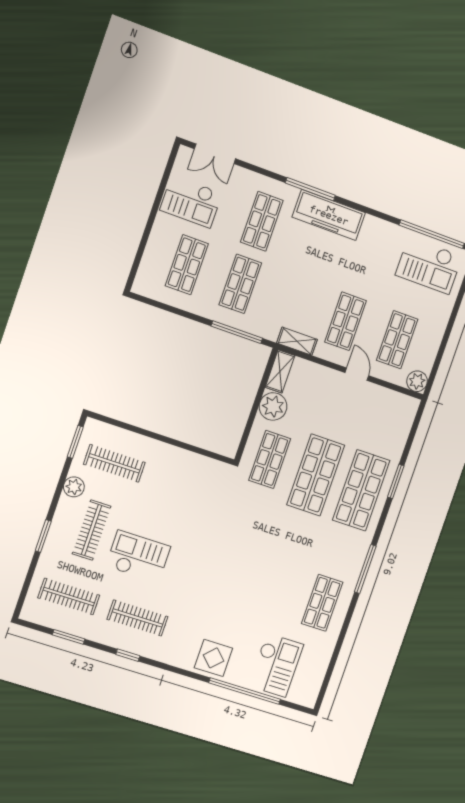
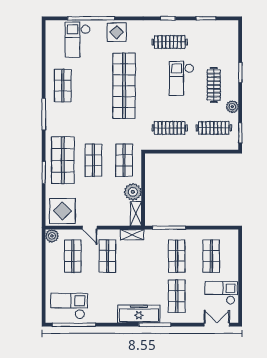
display table: (388, 414) -> (63, 211), added
shop shelf: (316, 475) -> (93, 160), width x0.70, depth x0.74
checkout: (138, 556) -> (182, 78), turned 90
shop shelf: (230, 573) -> (124, 86), added
clothes rail: (69, 597) -> (170, 128), moved

